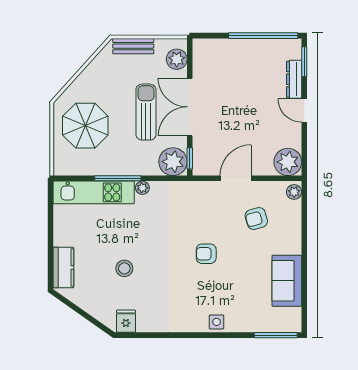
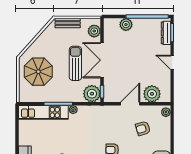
plant: (229, 49) -> (126, 25), added
dresser: (294, 79) -> (166, 33), moved
plant: (288, 162) -> (152, 94), moved

